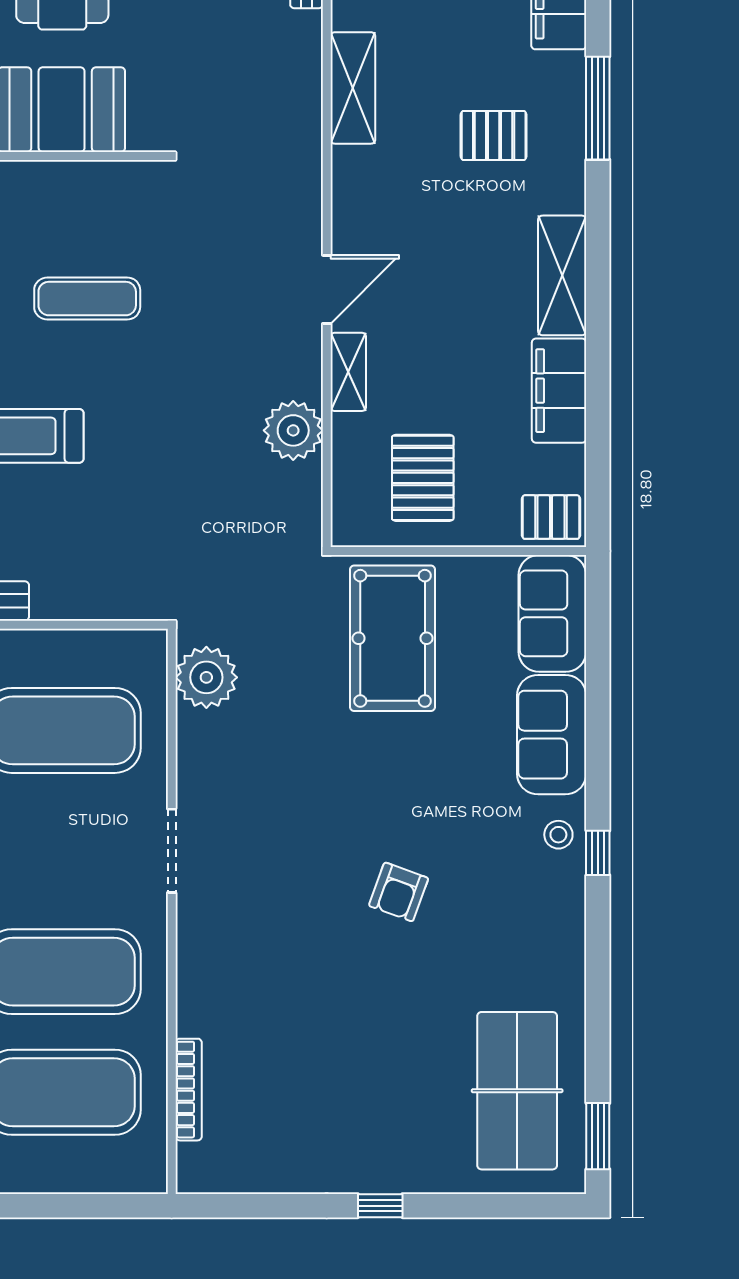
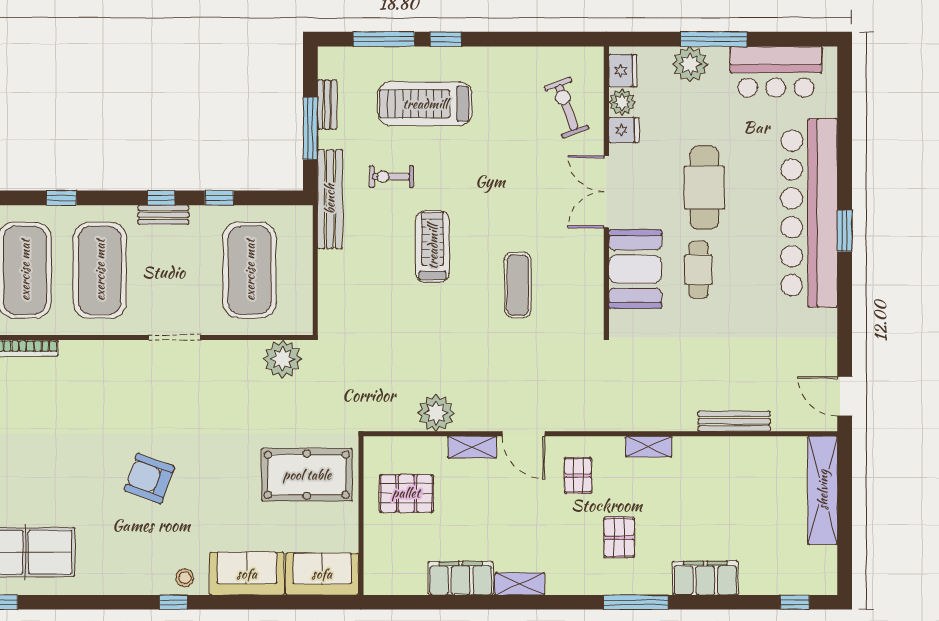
shelving: (353, 88) -> (649, 447), width x0.67, depth x0.75
shelving: (562, 275) -> (520, 584), width x0.67, depth x0.75
pallet: (551, 517) -> (578, 475), moved
armchair: (399, 892) -> (149, 478), width x1.38, depth x1.38

